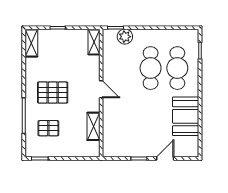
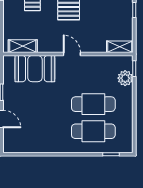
door: (101, 89) -> (72, 54), swing flipped
booth: (186, 116) -> (35, 69), moved
shelving: (93, 126) -> (23, 46), moved

